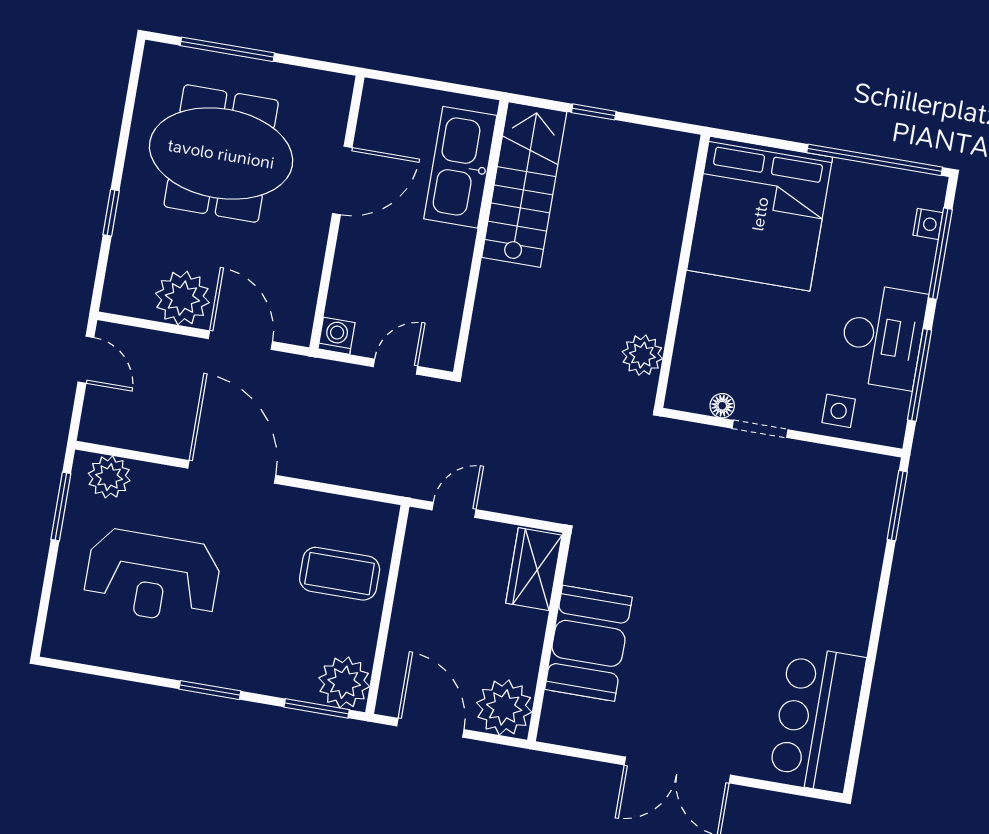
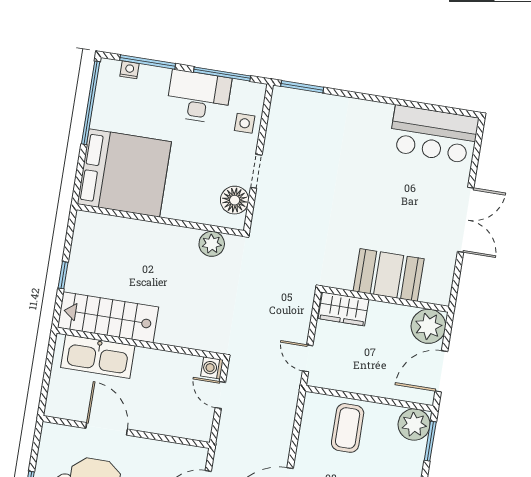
washing machine: (337, 336) -> (212, 368), moved
floor lamp: (722, 406) -> (235, 200), width x1.89, depth x1.89

